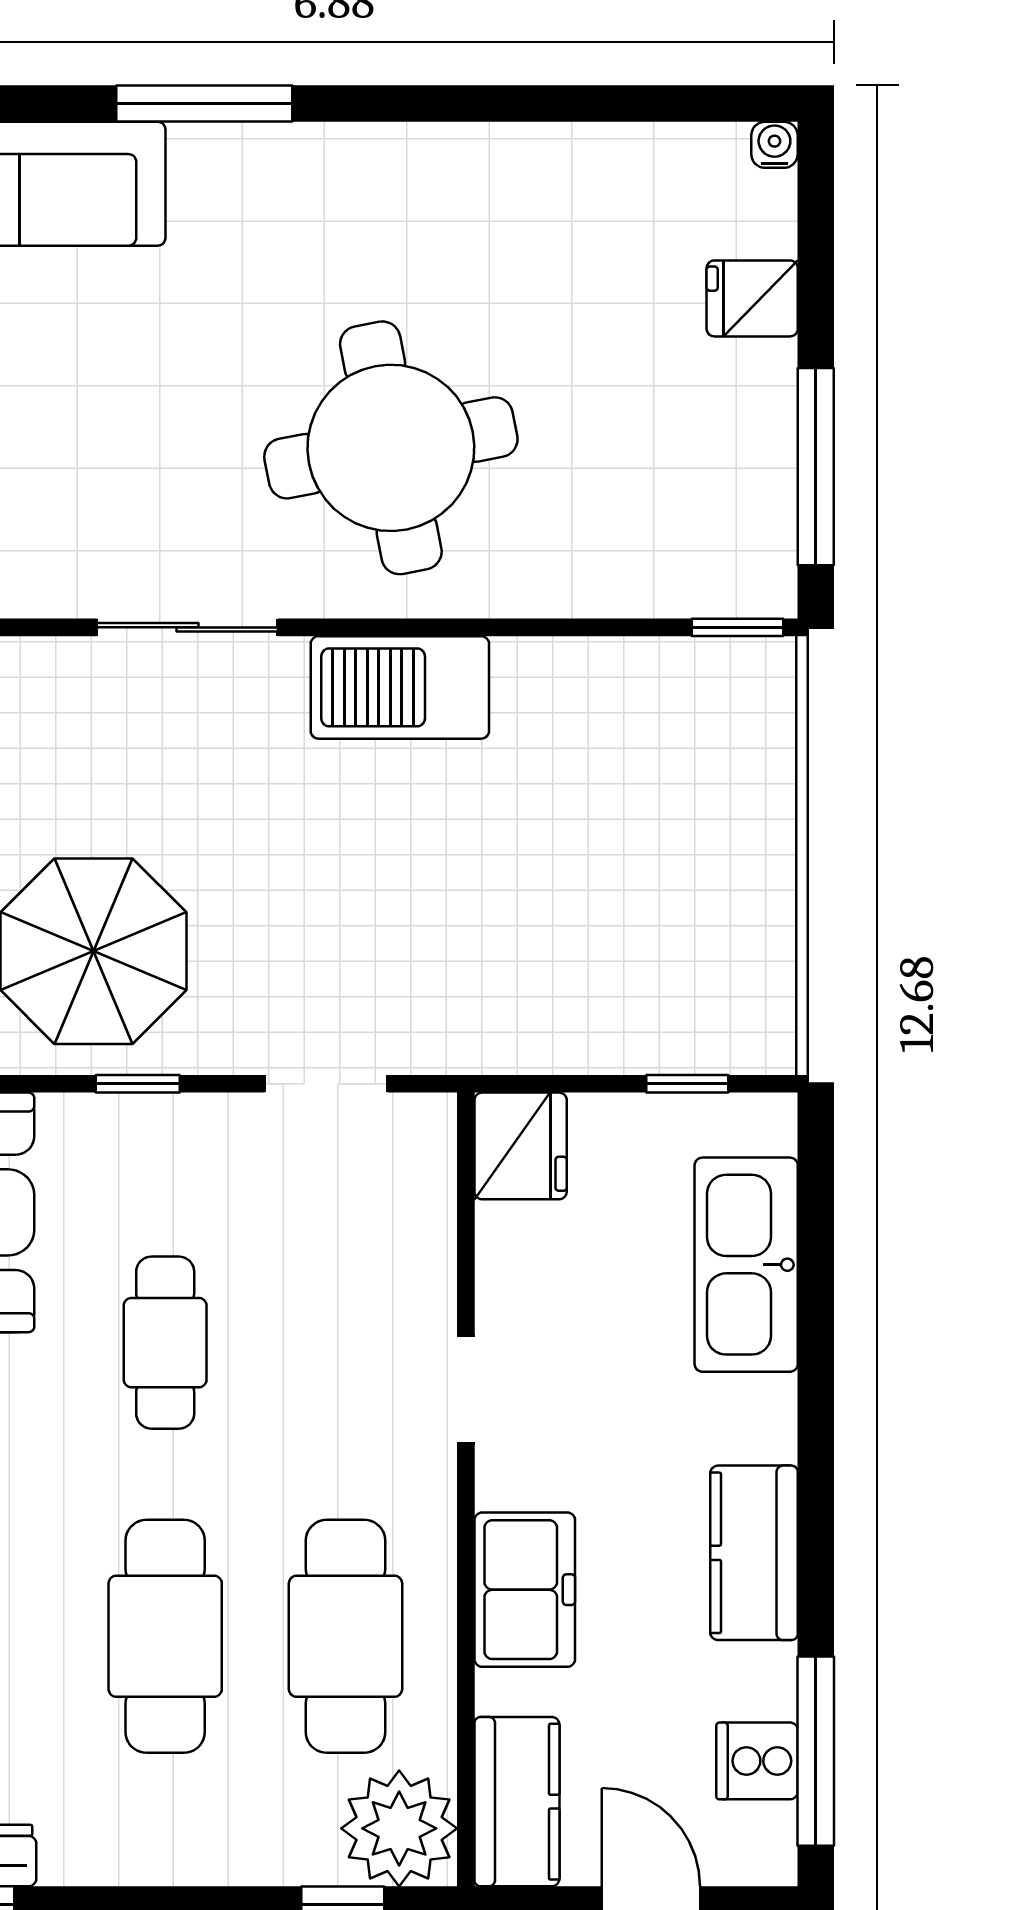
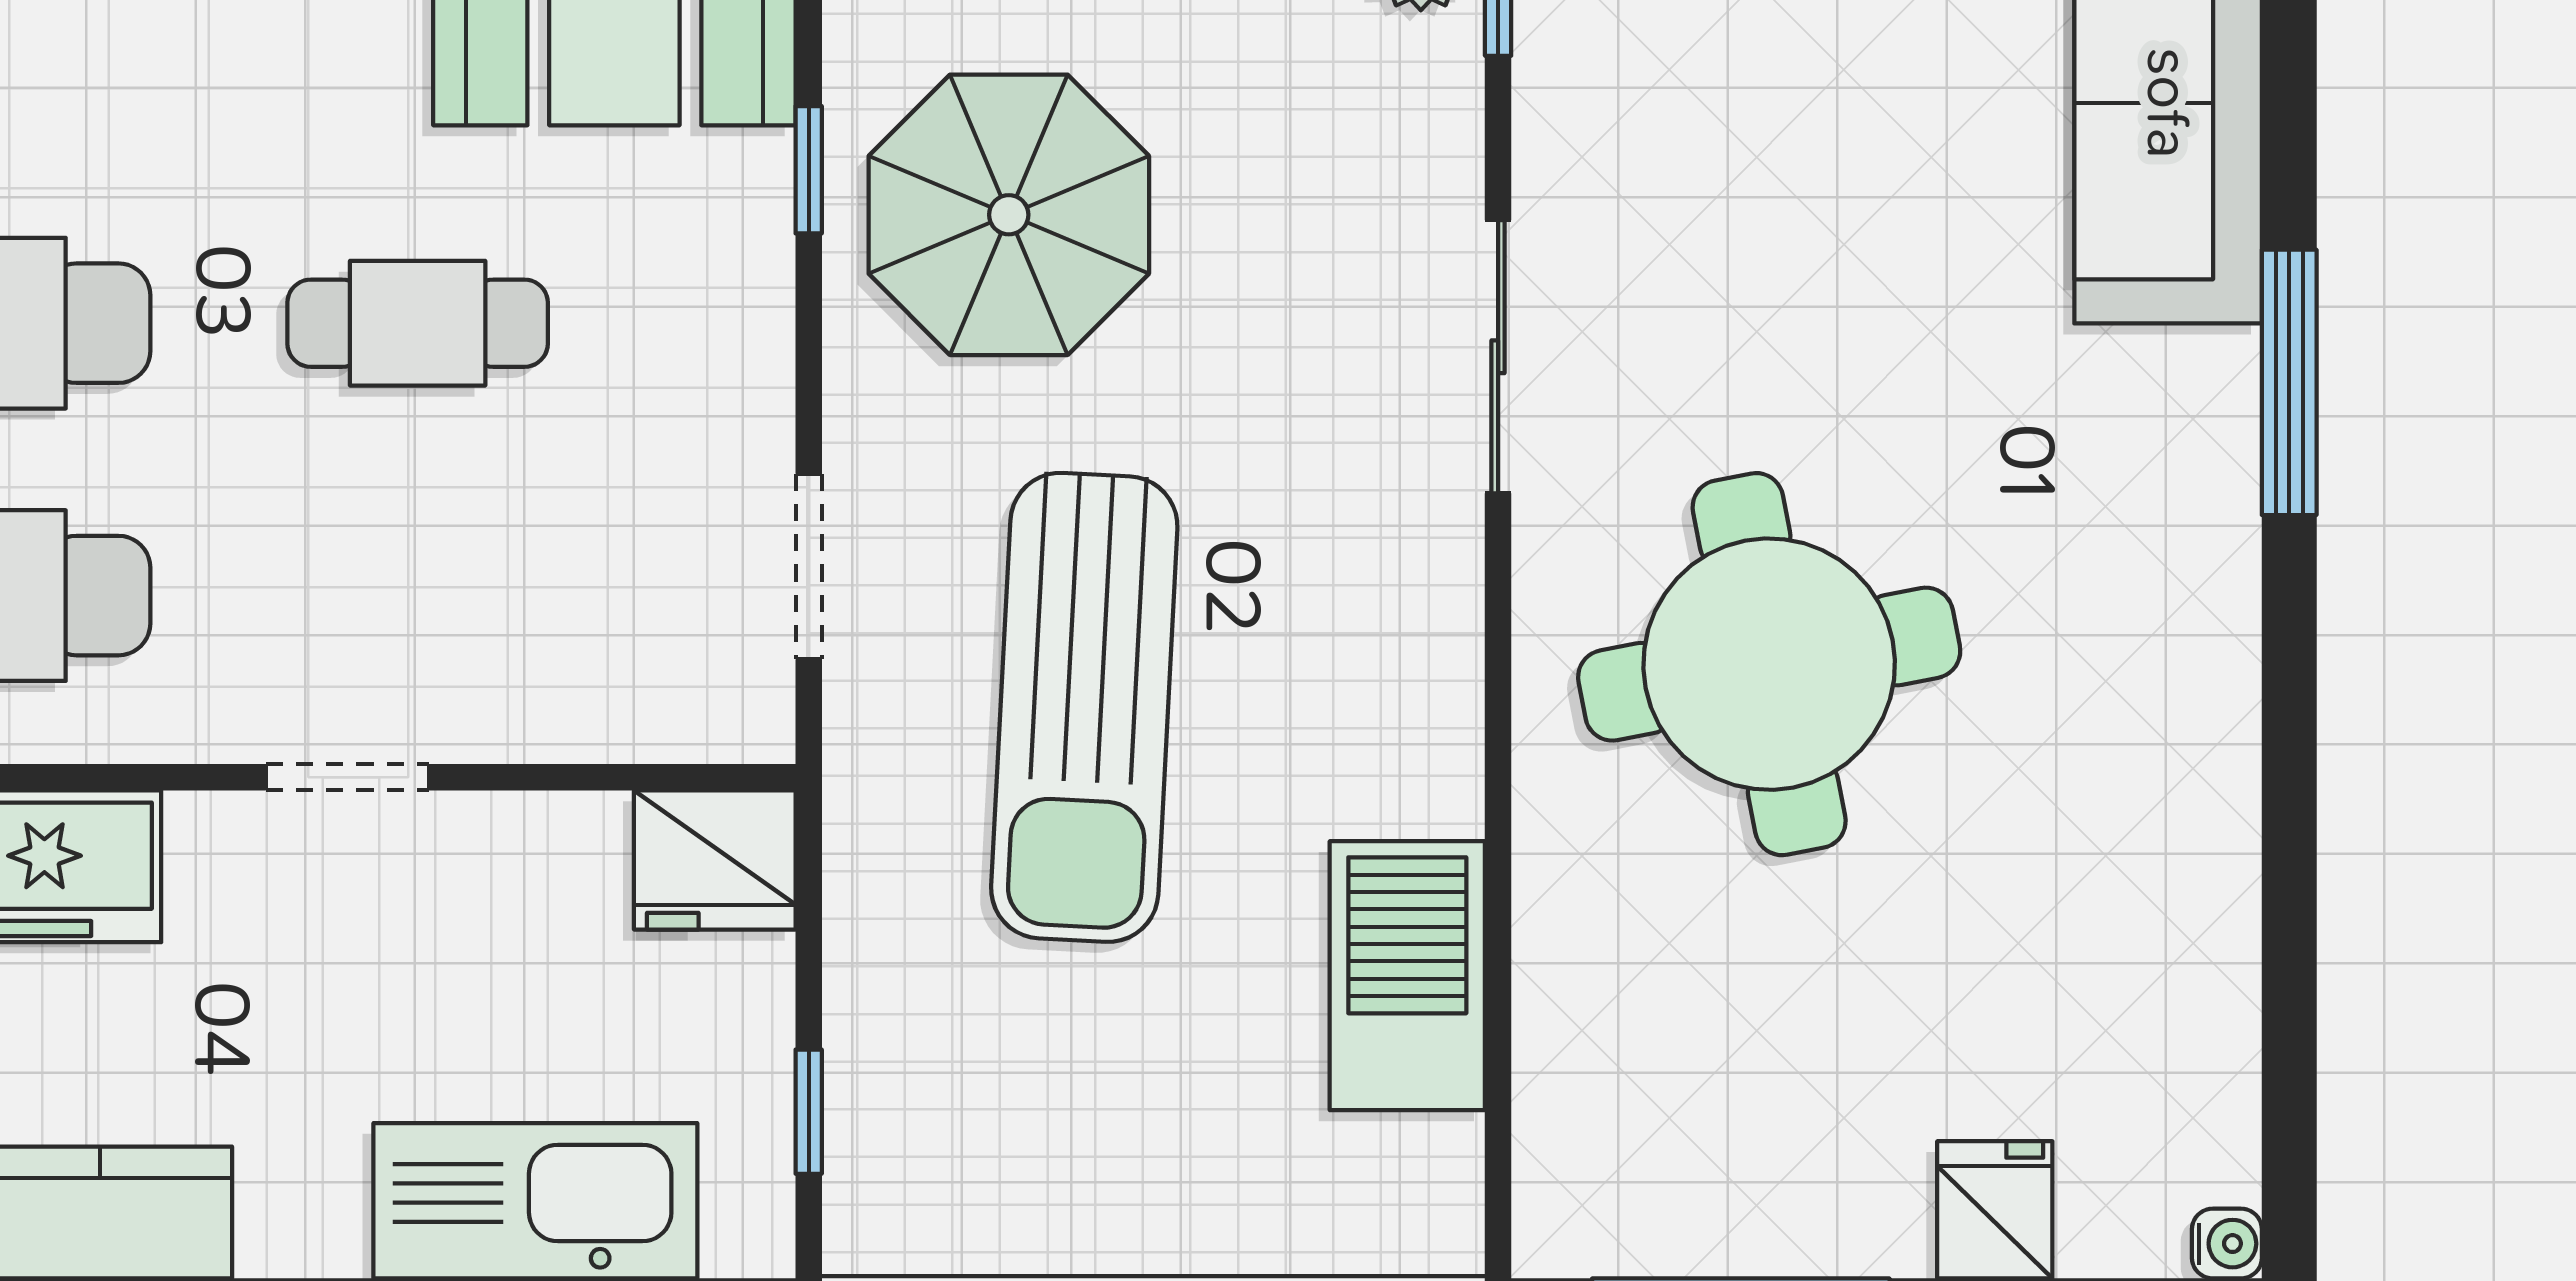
window: (738, 627) -> (1498, 1188), removed
barbecue: (400, 687) -> (1407, 976), moved
sun lounger: (420, 901) -> (1084, 707), added
window: (138, 1084) -> (809, 170), moved

